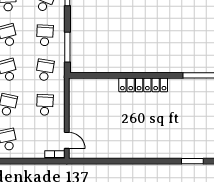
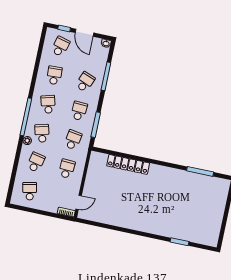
locker: (143, 85) -> (128, 164), moved
door: (67, 140) -> (79, 202), hinge flipped

